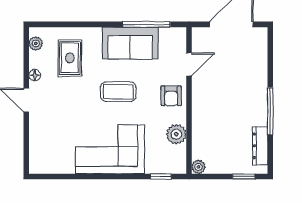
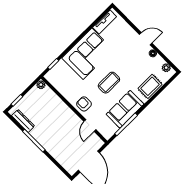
rug: (70, 58) -> (150, 86), moved, turned 90
plant: (176, 134) -> (65, 89), removed
tv unit: (54, 166) -> (105, 22), added

